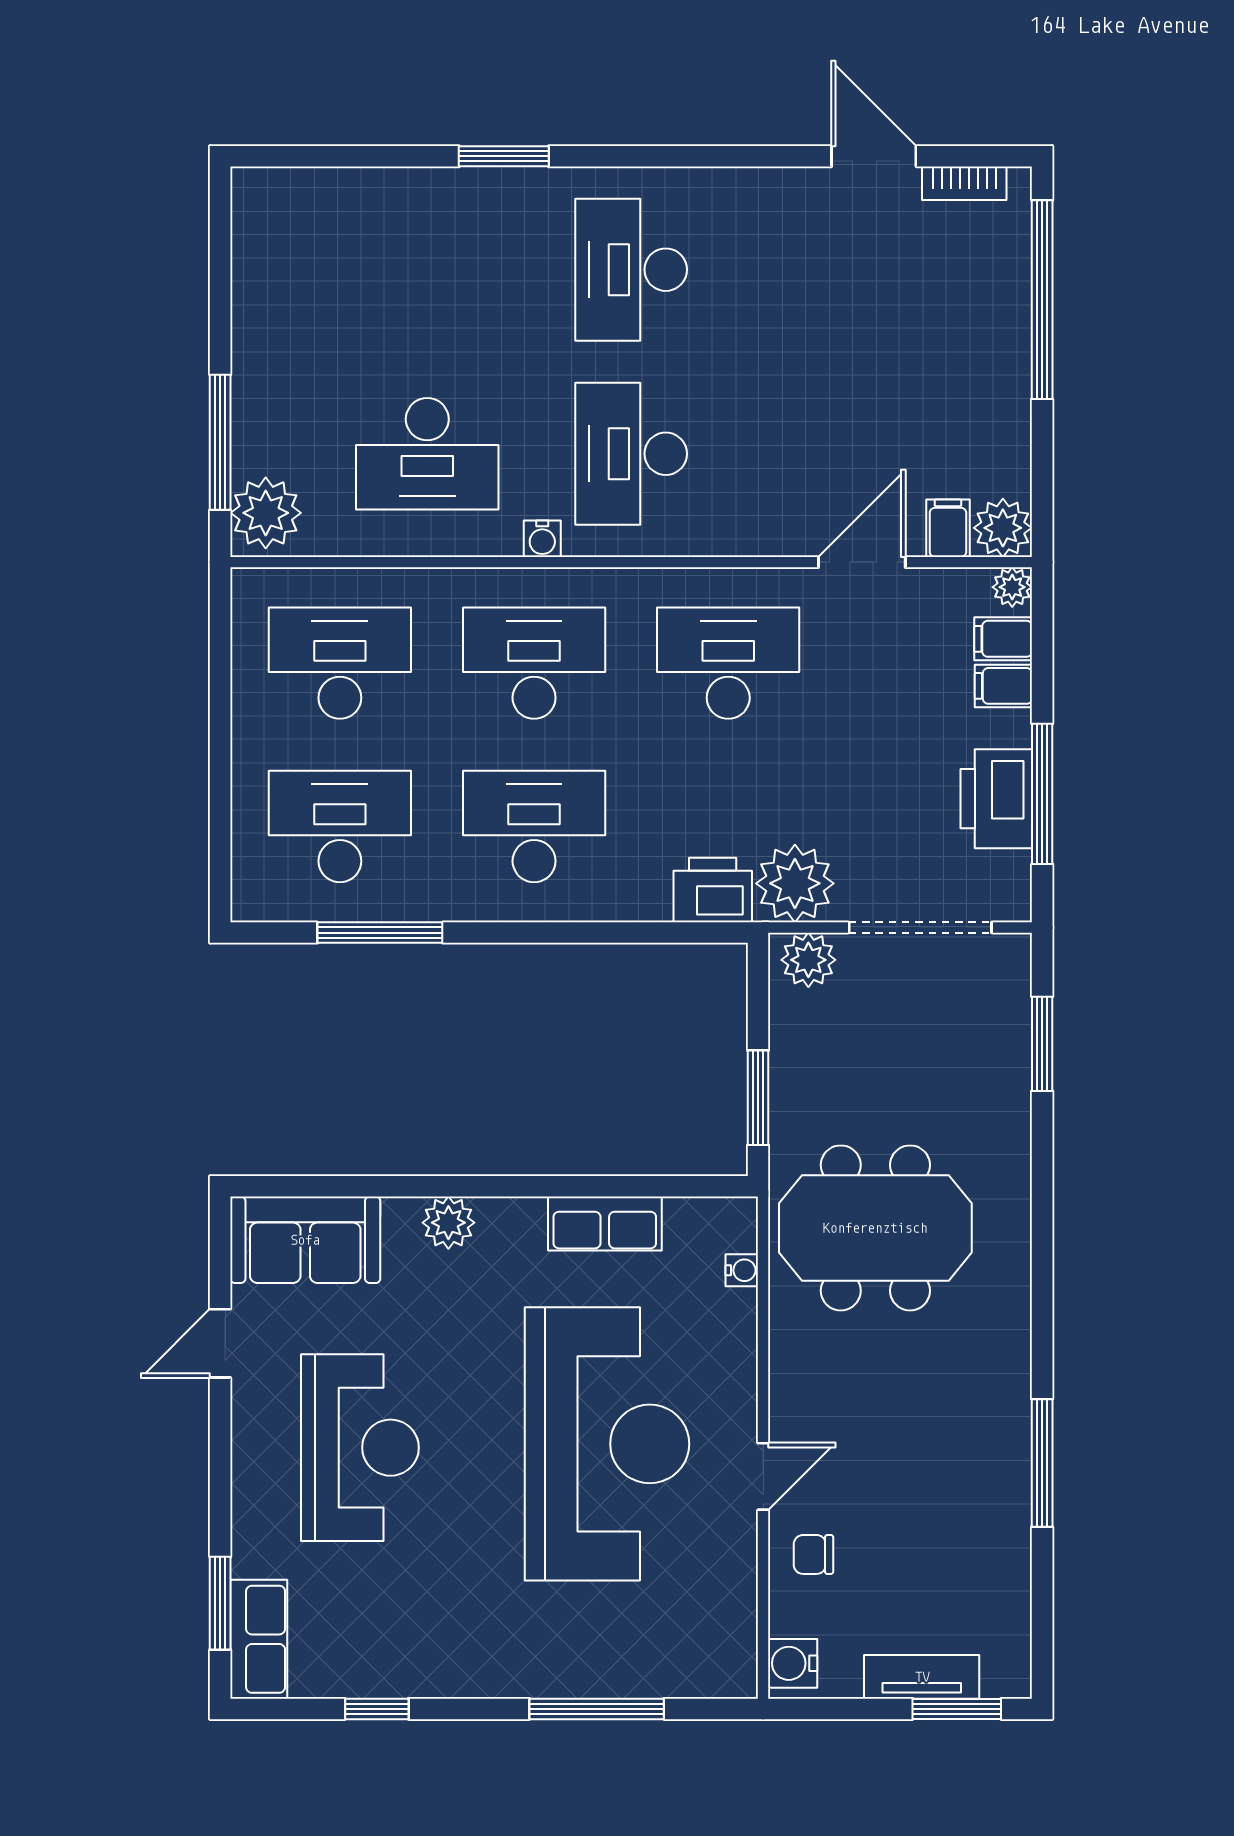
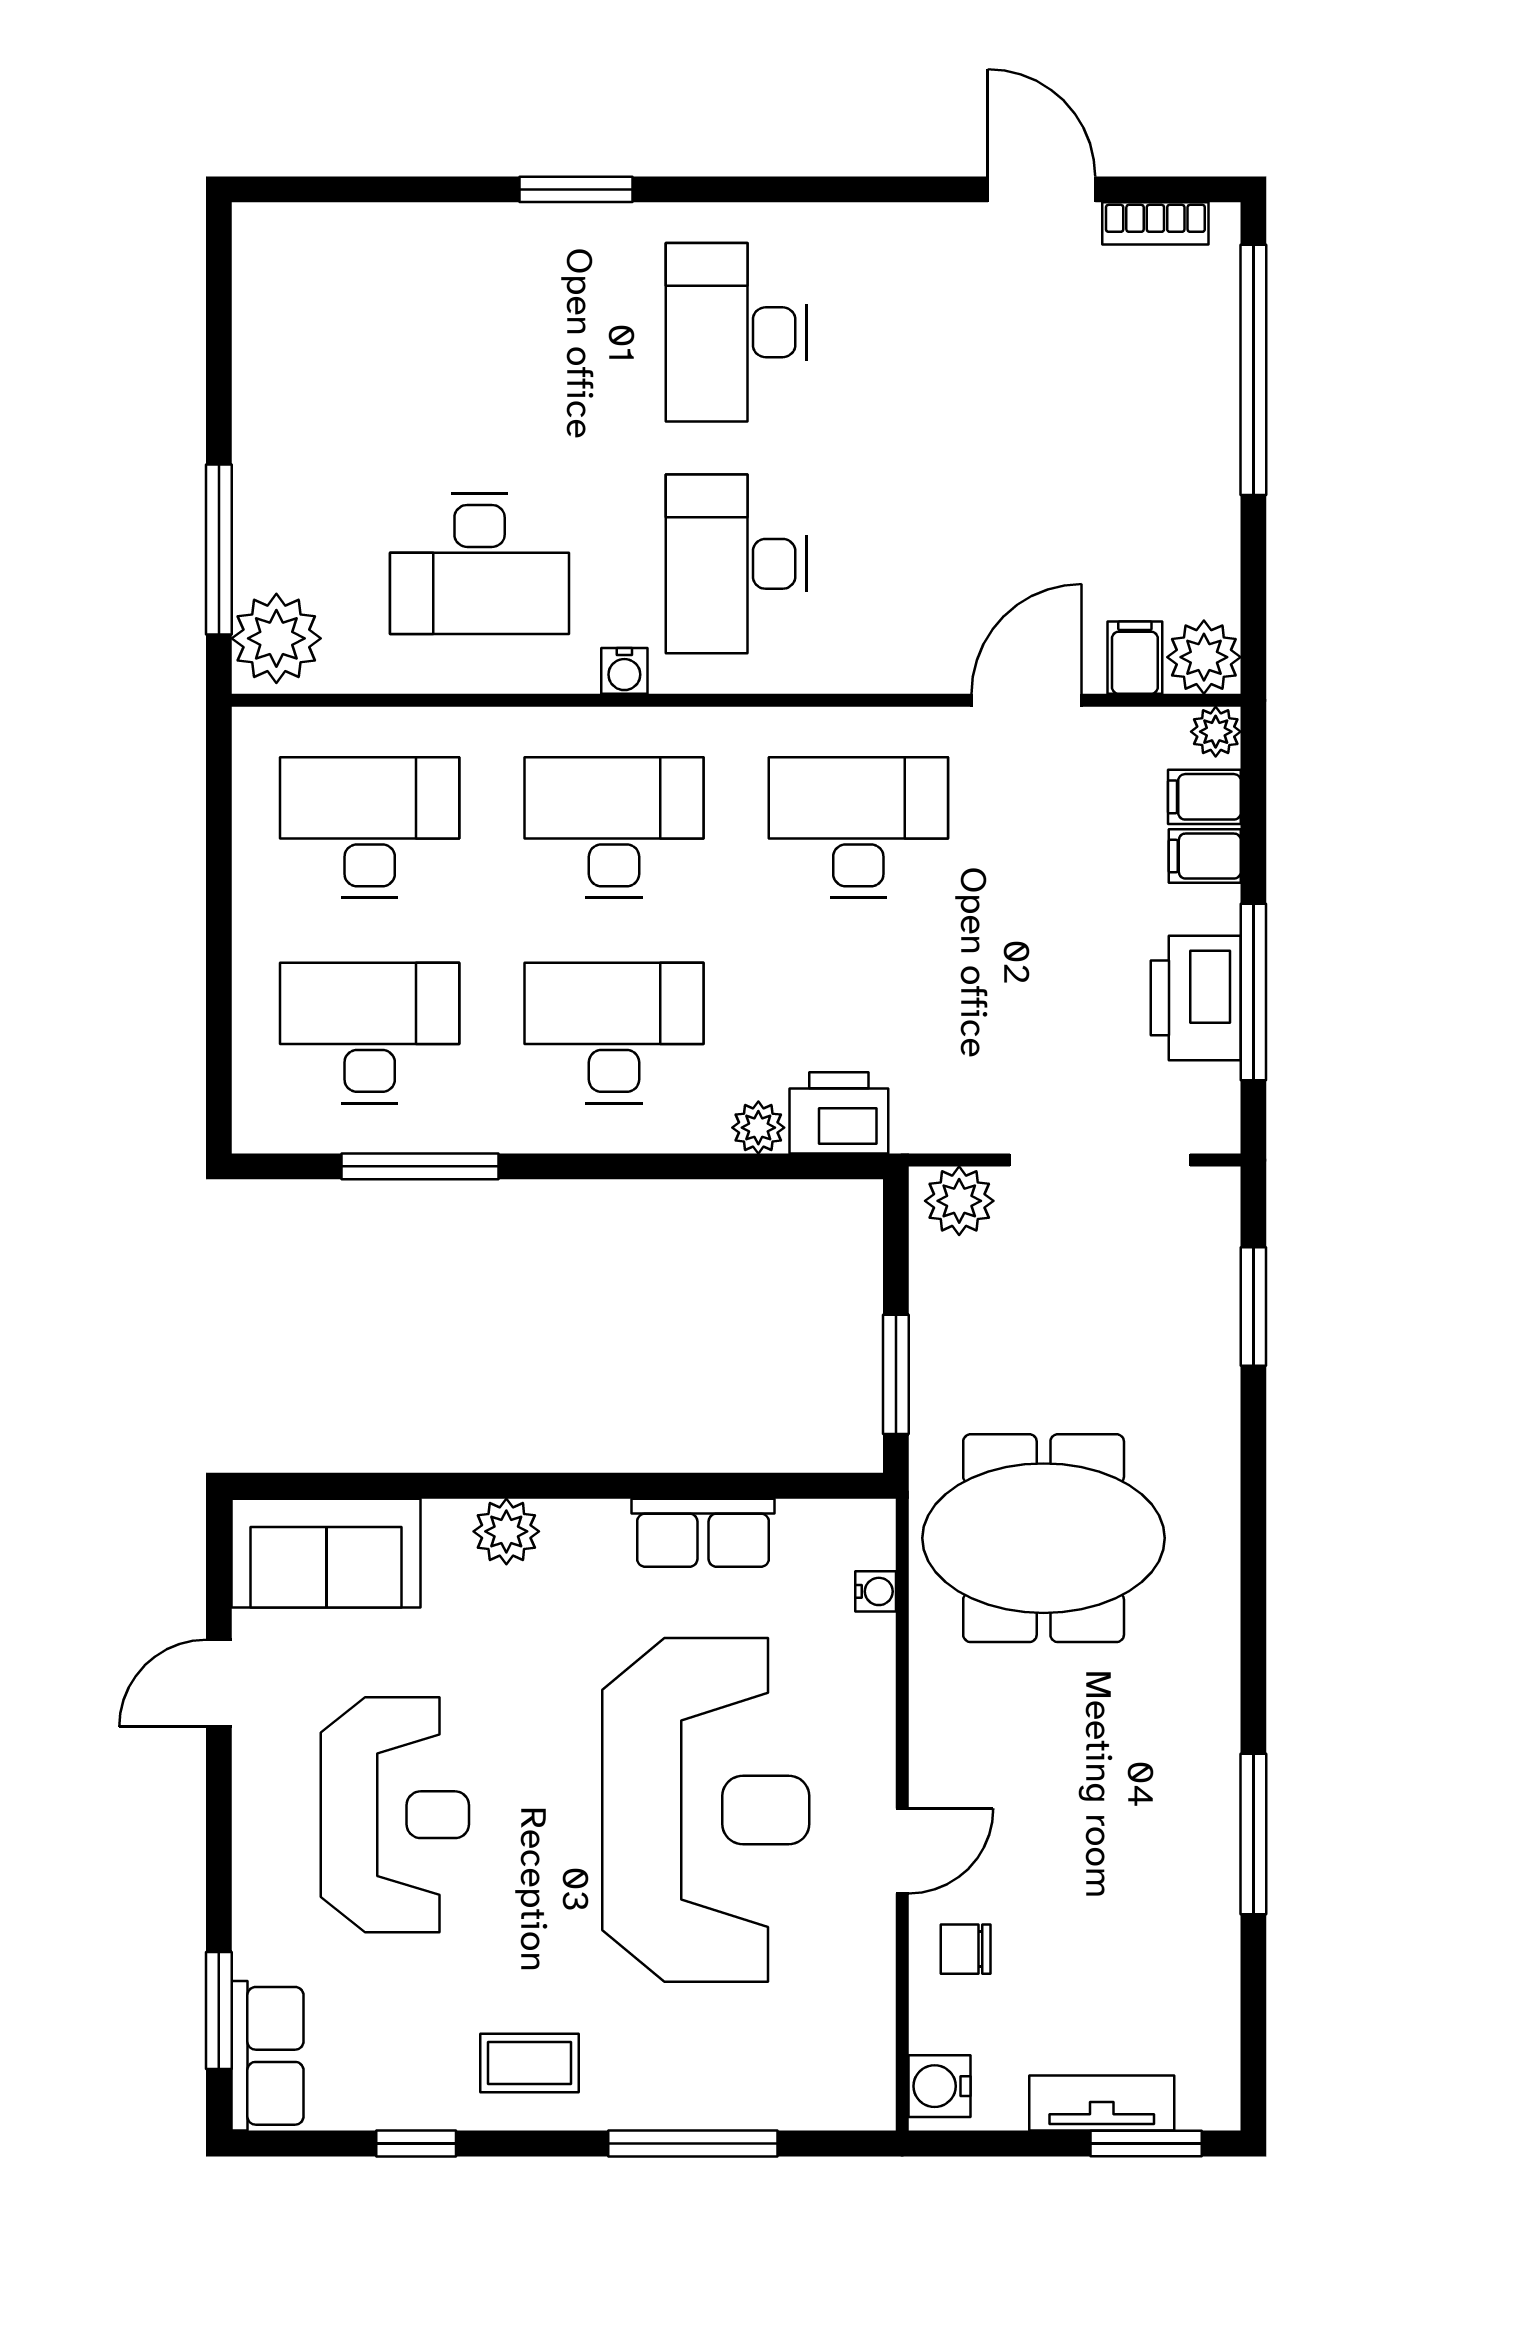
plant: (795, 883) -> (758, 1128), moved, width x0.53, depth x0.53
coffee table: (467, 1645) -> (530, 2063), added

